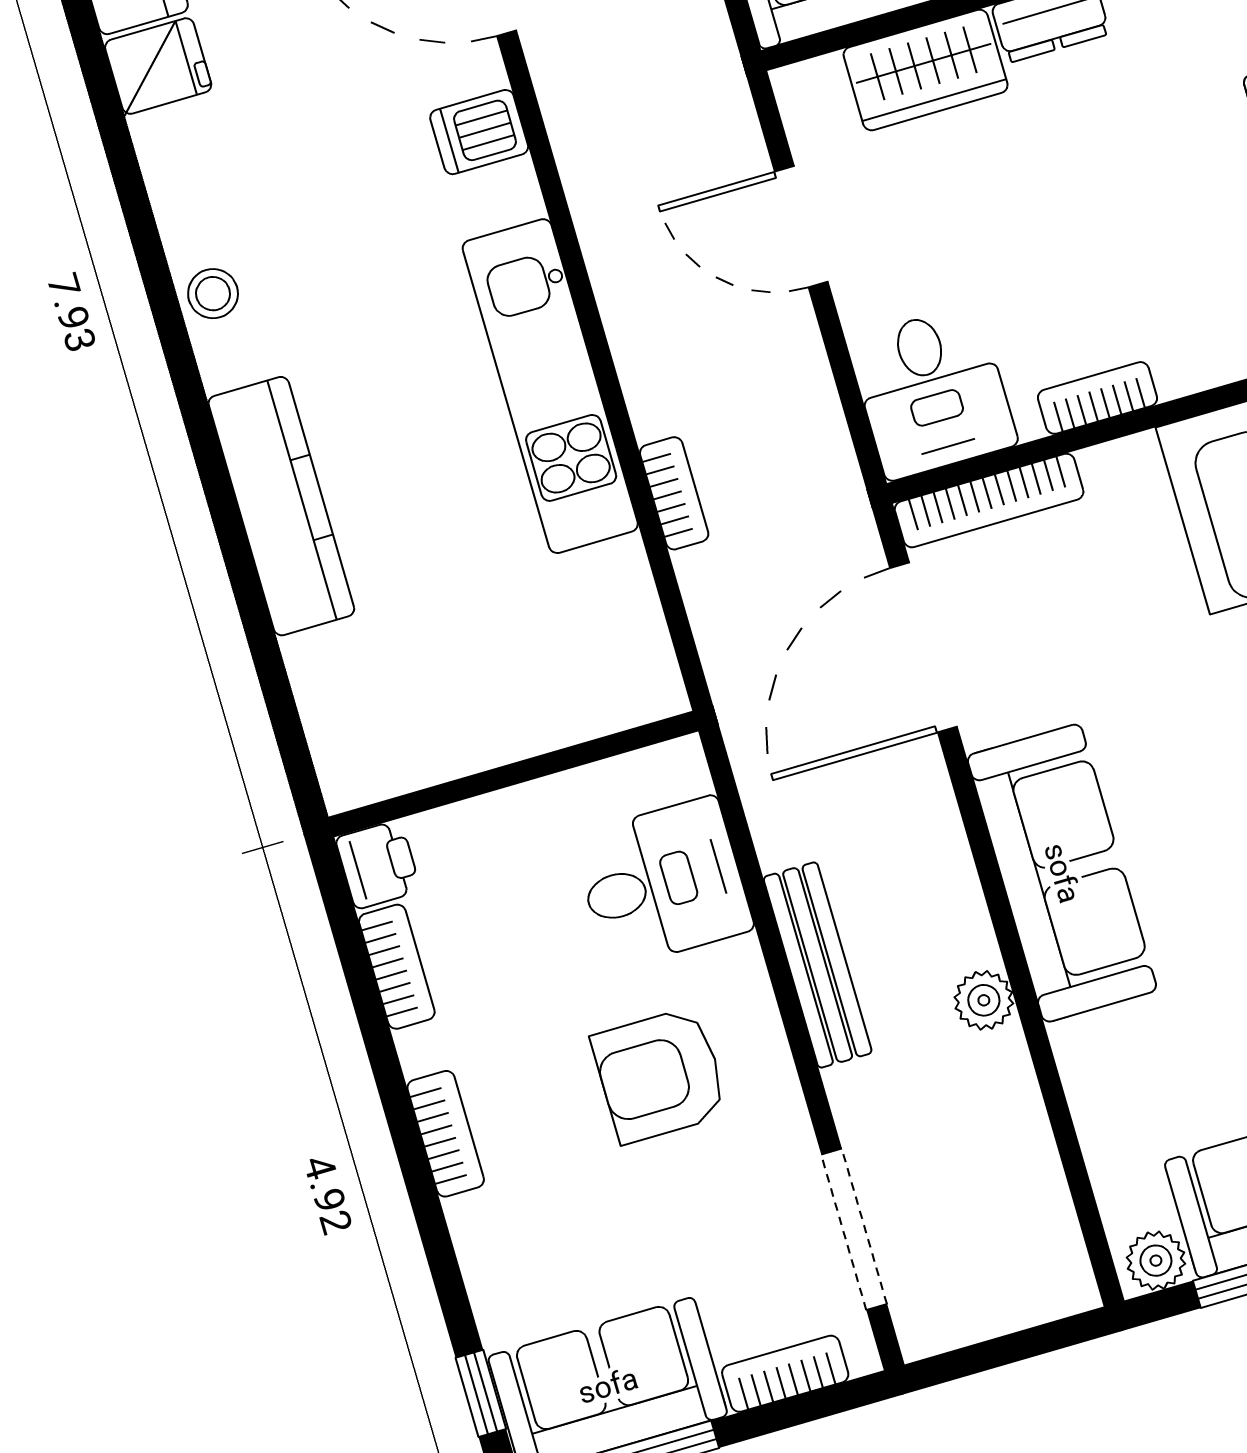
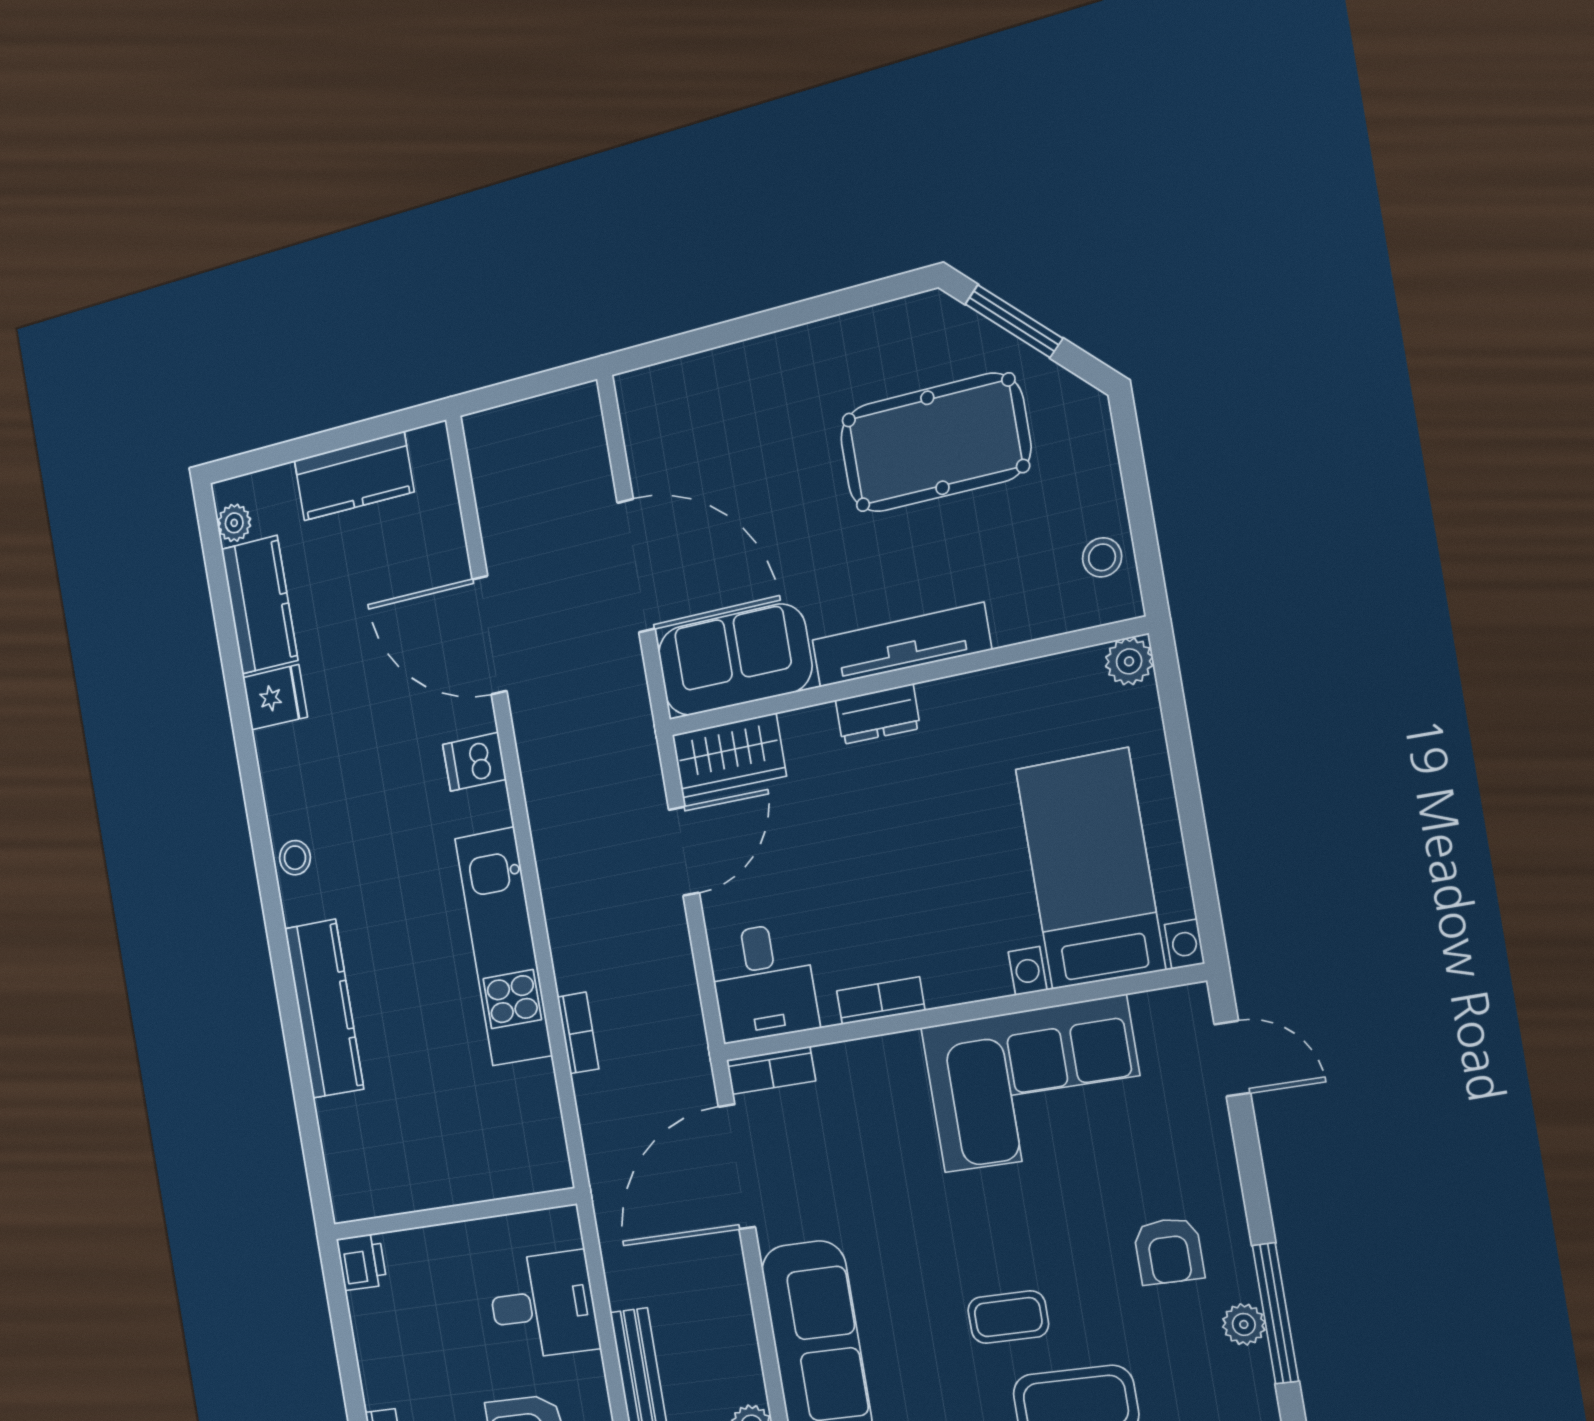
wardrobe: (926, 70) -> (729, 755), moved
door: (801, 227) -> (684, 851), swing flipped
bookcase: (989, 501) -> (771, 1070), width x0.64
bookcase: (397, 967) -> (367, 1333), removed

